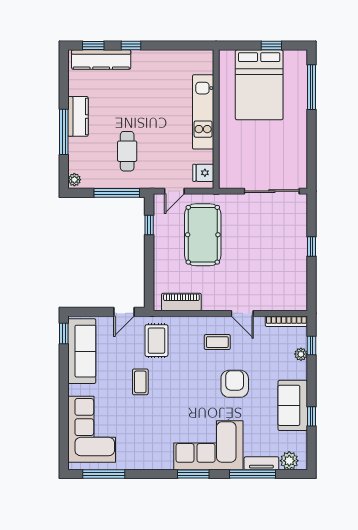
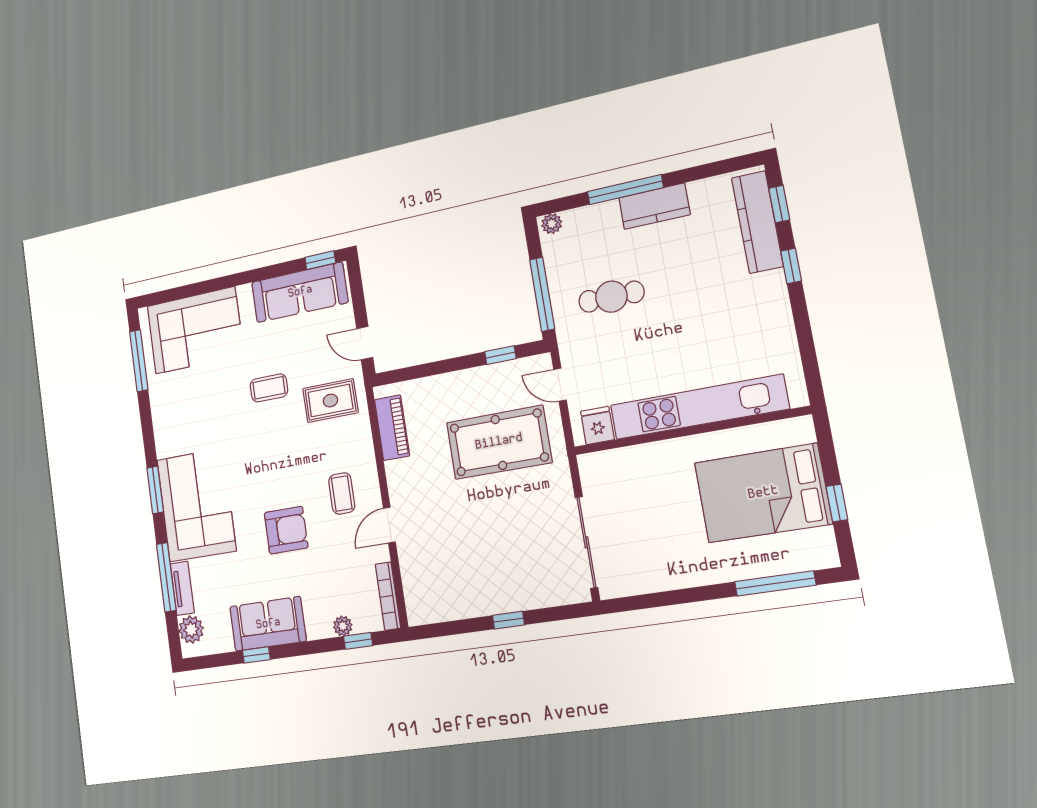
kitchen unit: (203, 112) -> (699, 407), width x1.36

